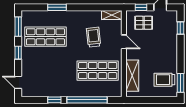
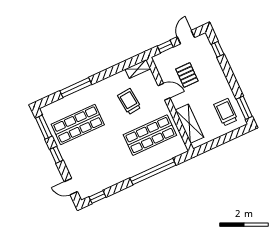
window: (57, 7) -> (76, 88), width x1.44
pallet: (144, 23) -> (187, 75), moved, turned 90
trolley: (164, 80) -> (226, 112), turned 90
window: (54, 100) -> (97, 197), moved

